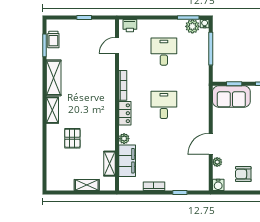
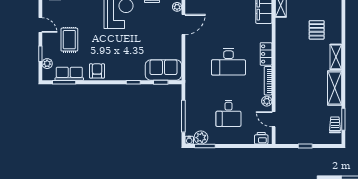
door: (117, 45) -> (274, 119), swing flipped
desk: (164, 105) -> (228, 62), width x1.37
plant: (124, 139) -> (267, 101), moved

